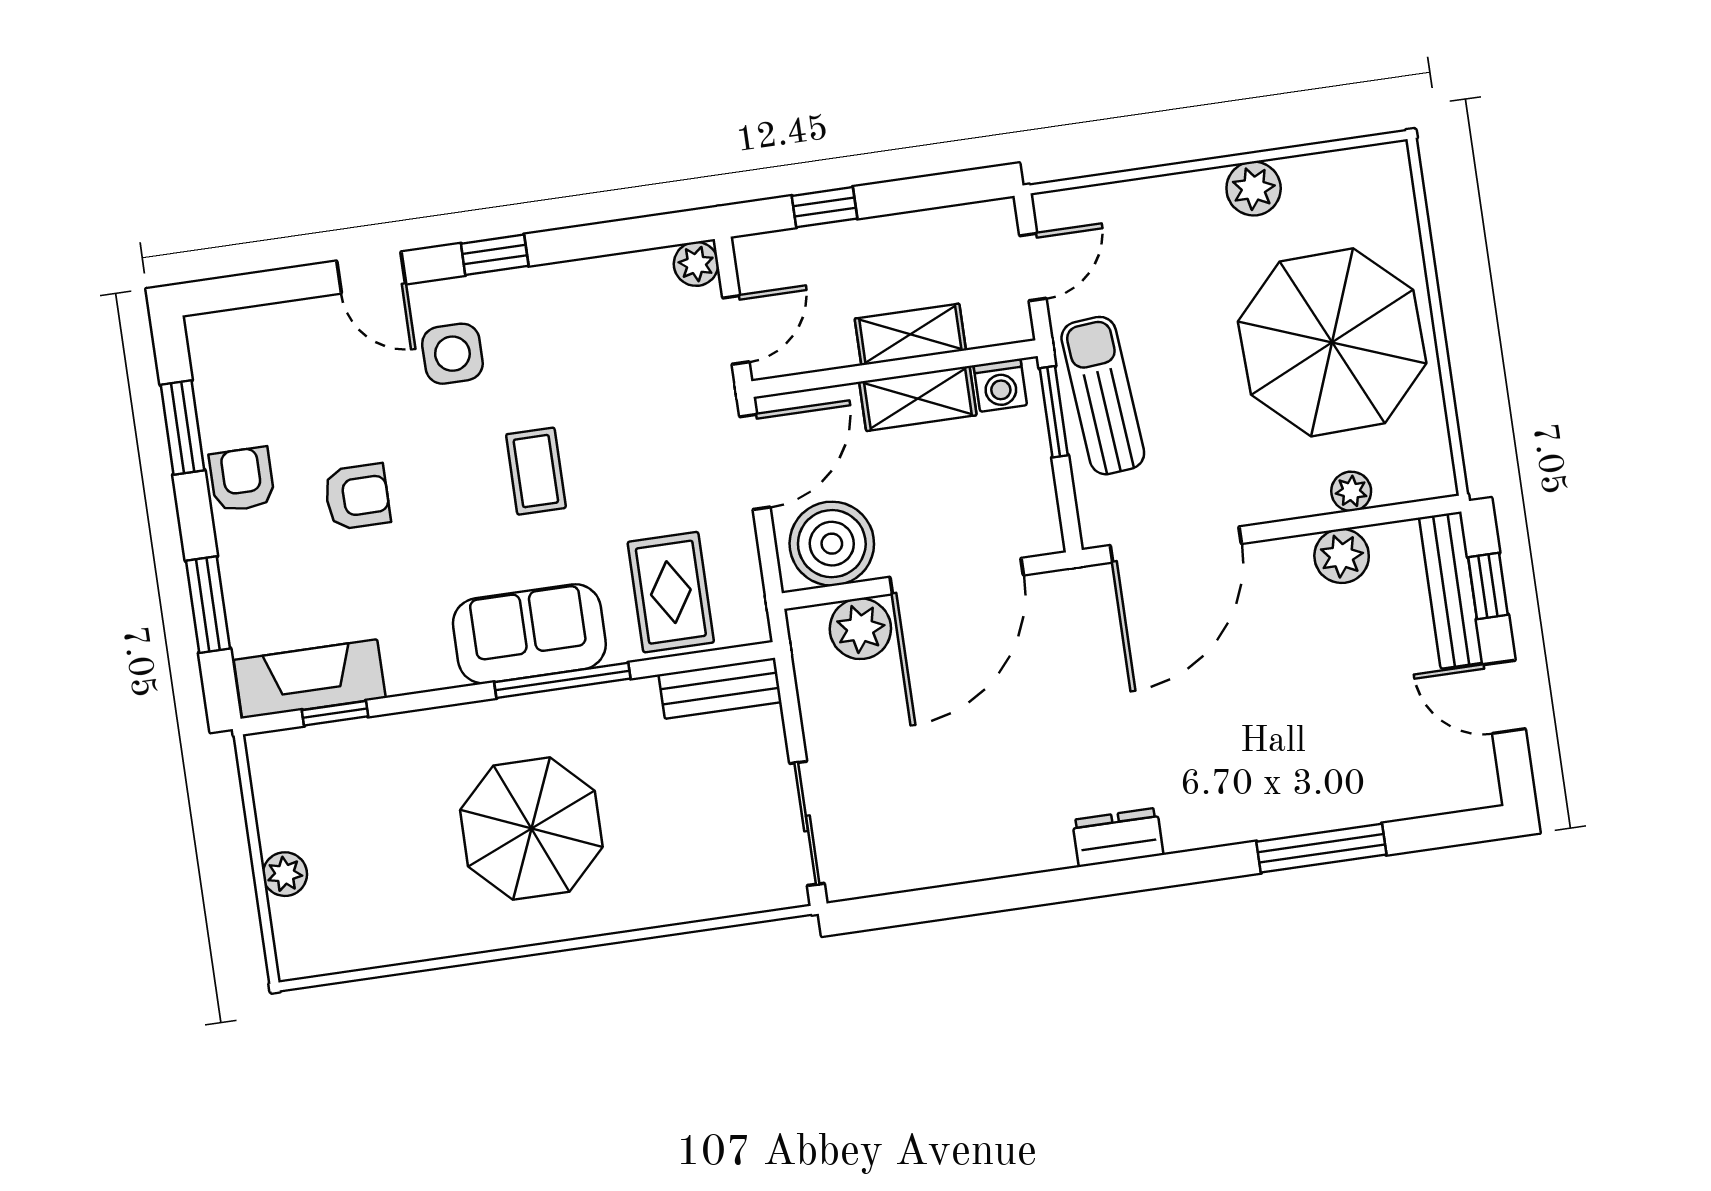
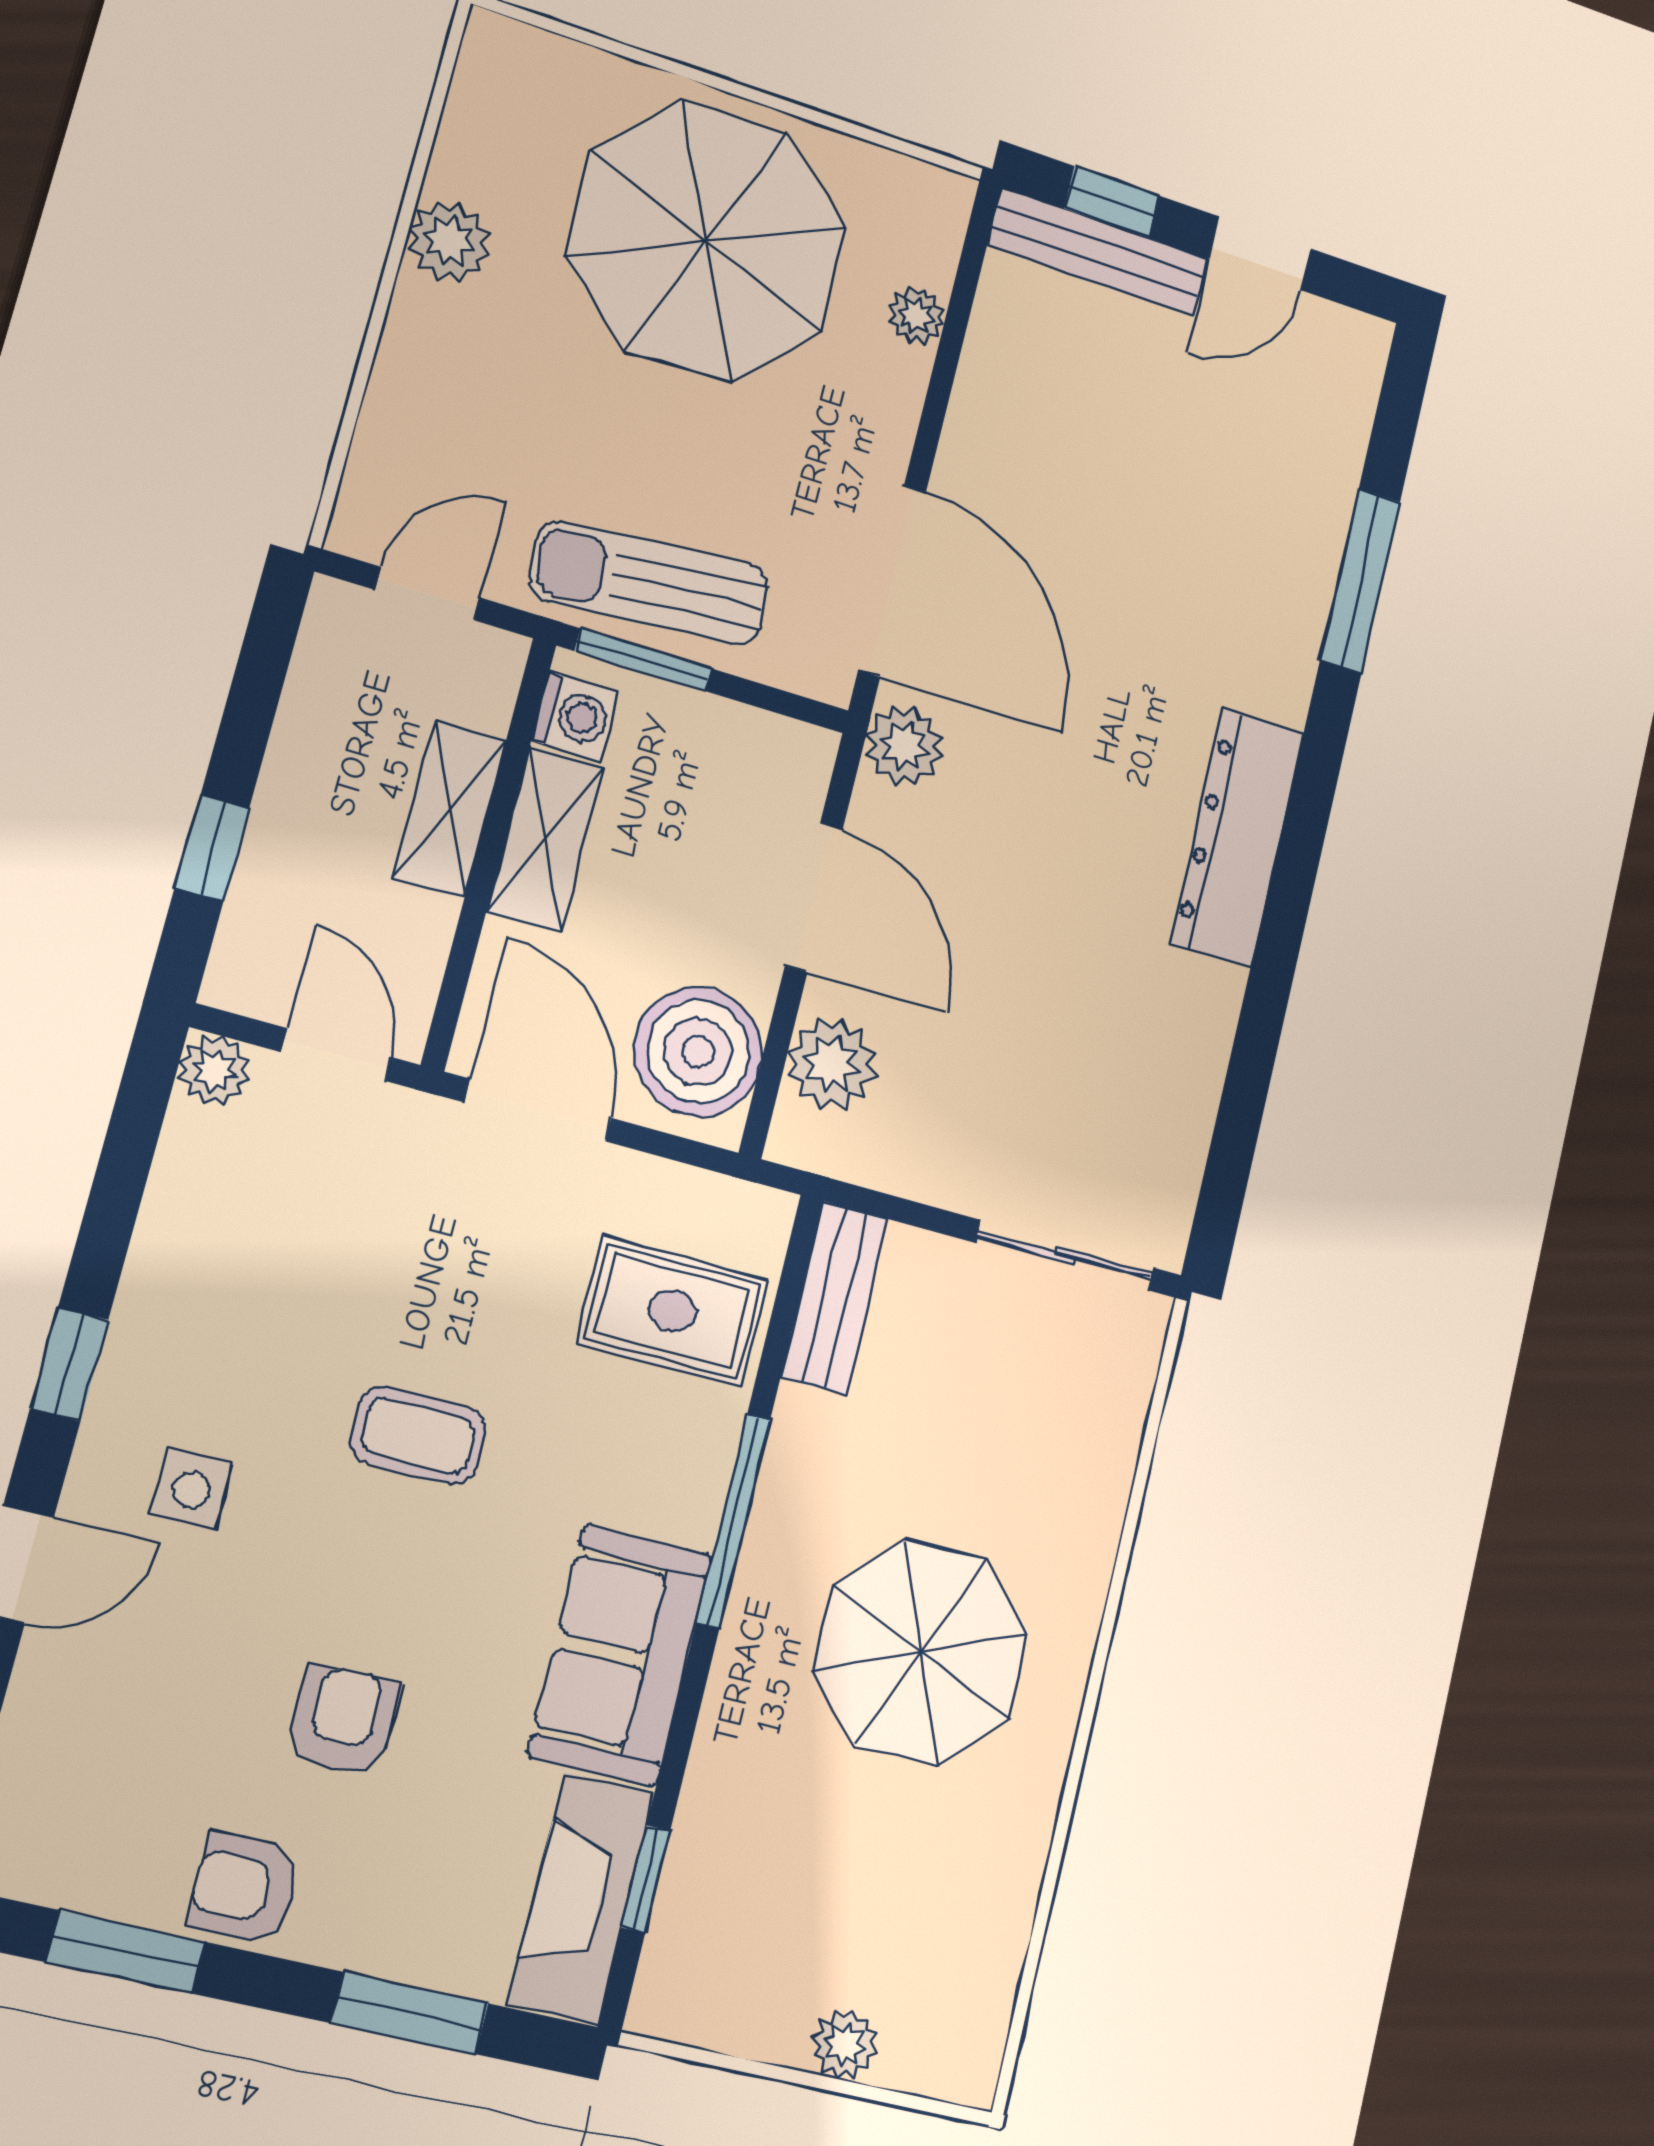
door: (1033, 267) -> (428, 594), hinge flipped
side table: (452, 354) -> (191, 1489), width x0.73, depth x0.73
plant: (1342, 556) -> (904, 746), moved
door: (957, 576) -> (814, 898), width x0.73
sofa: (529, 634) -> (620, 1655), moved
dresser: (1118, 837) -> (1237, 838), width x1.96, depth x1.24

